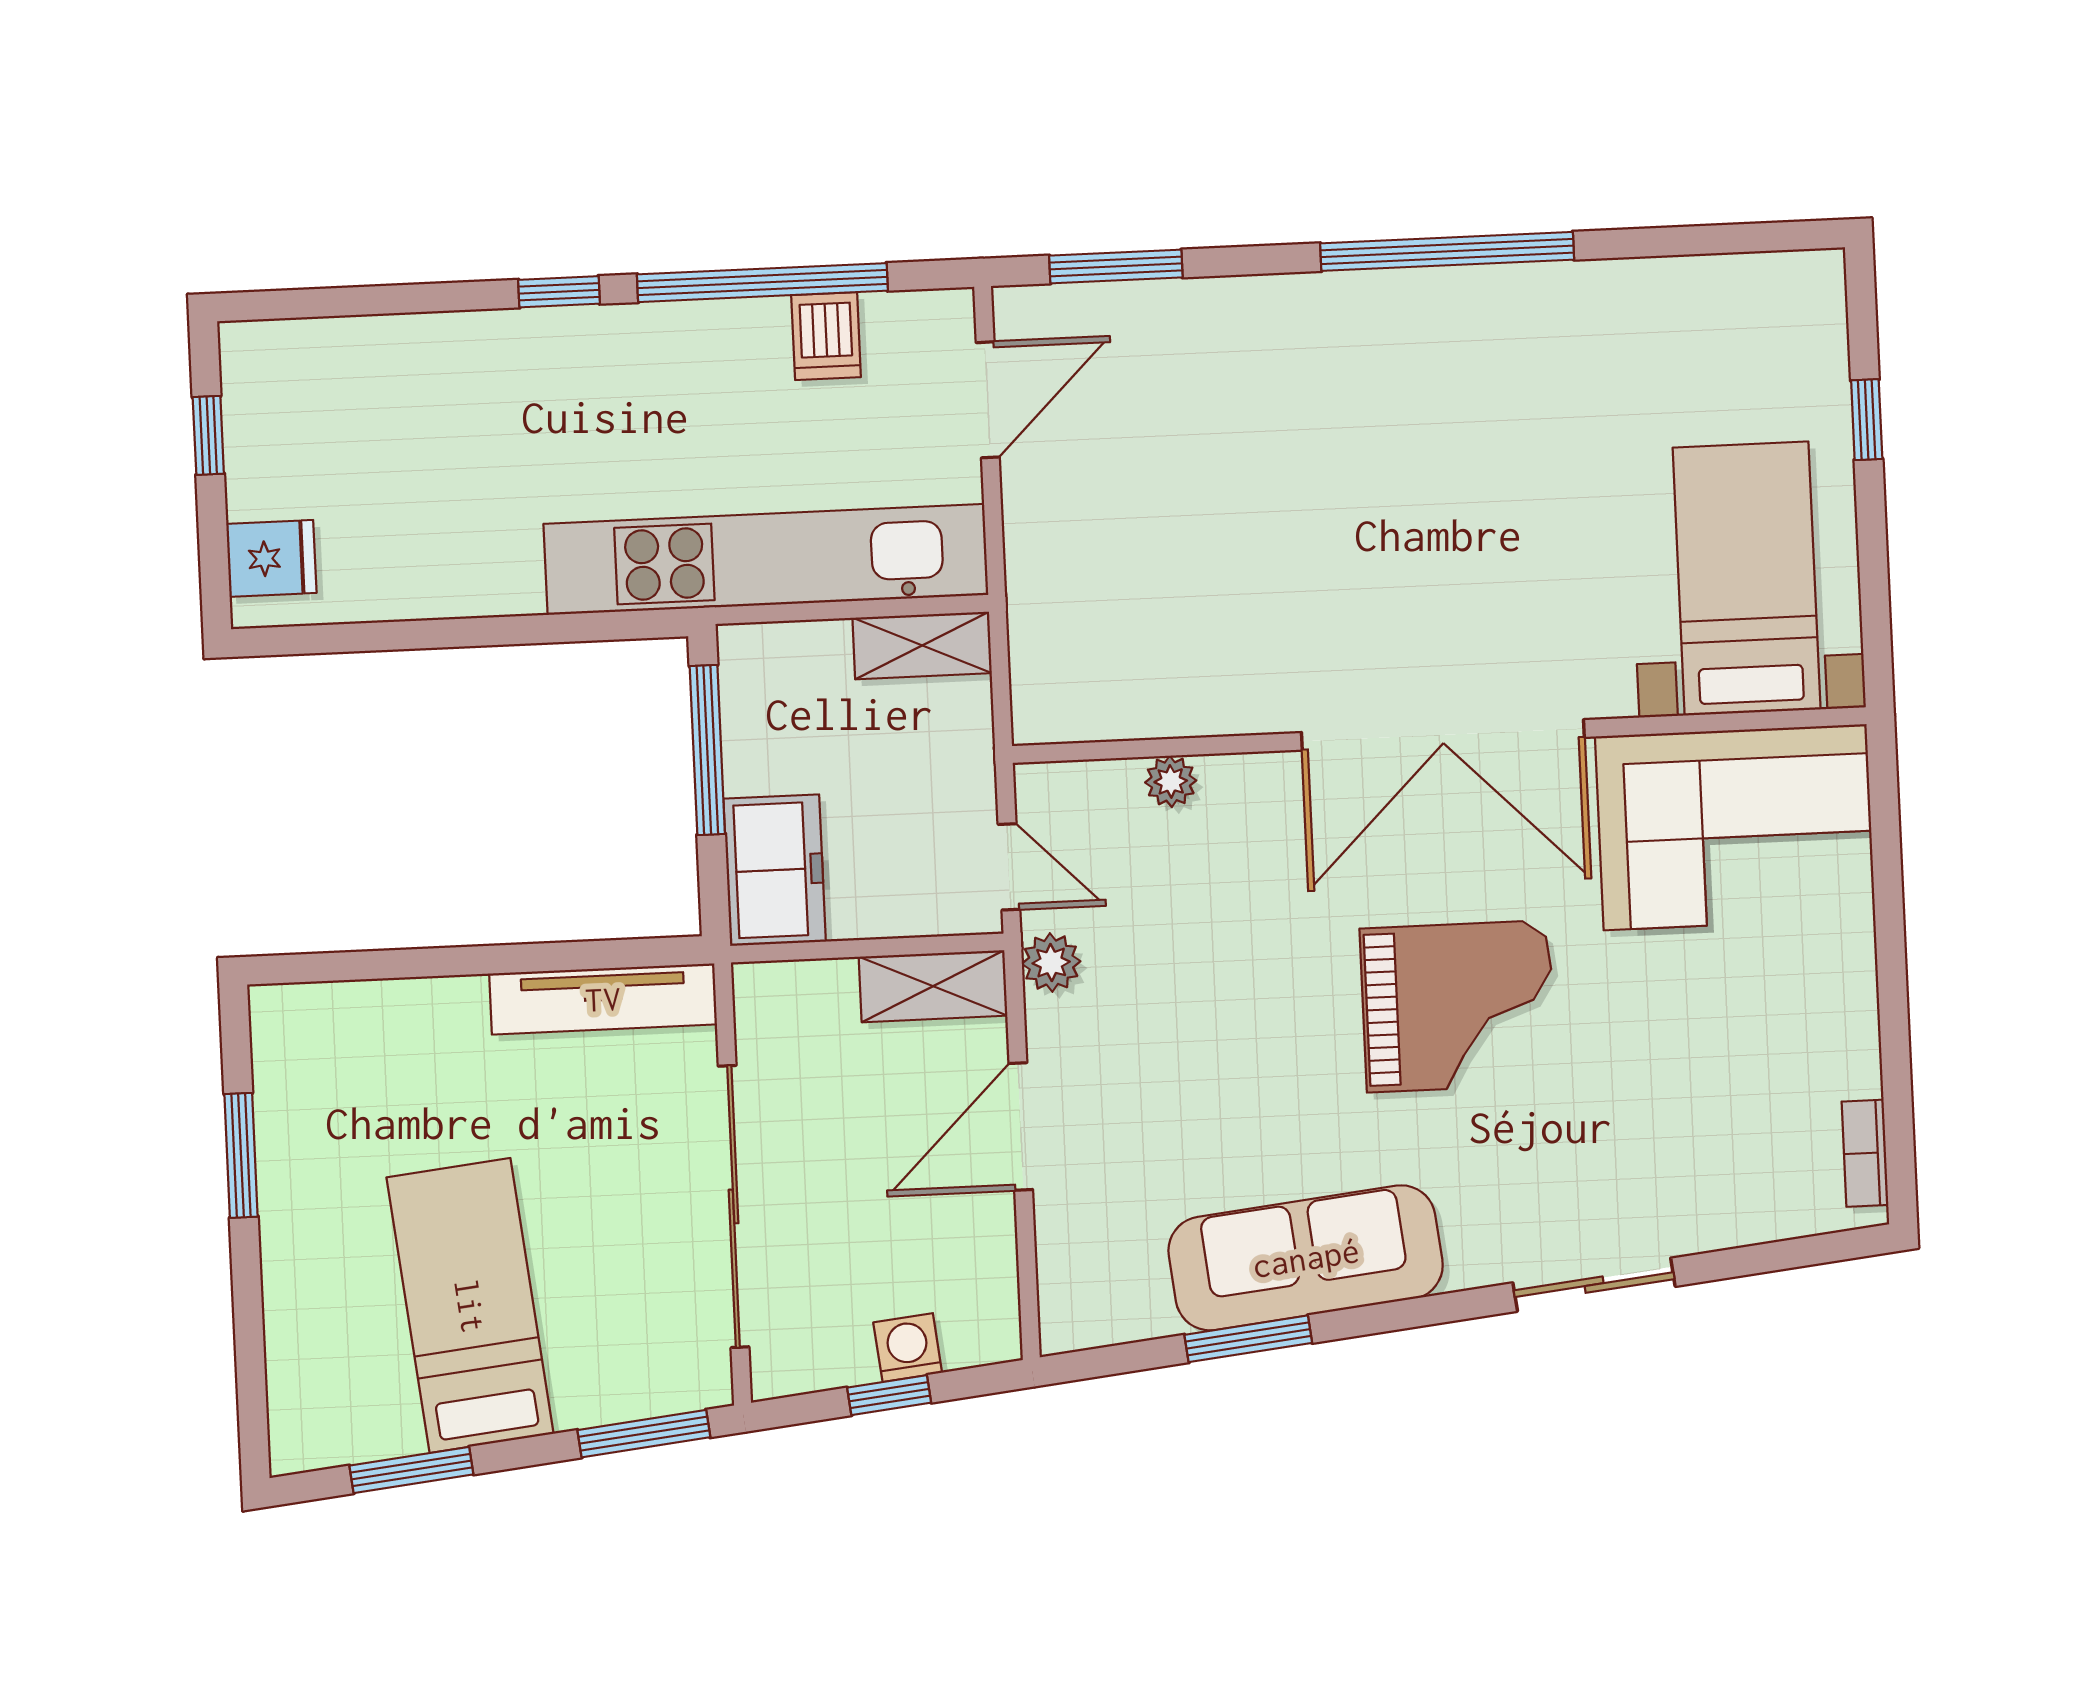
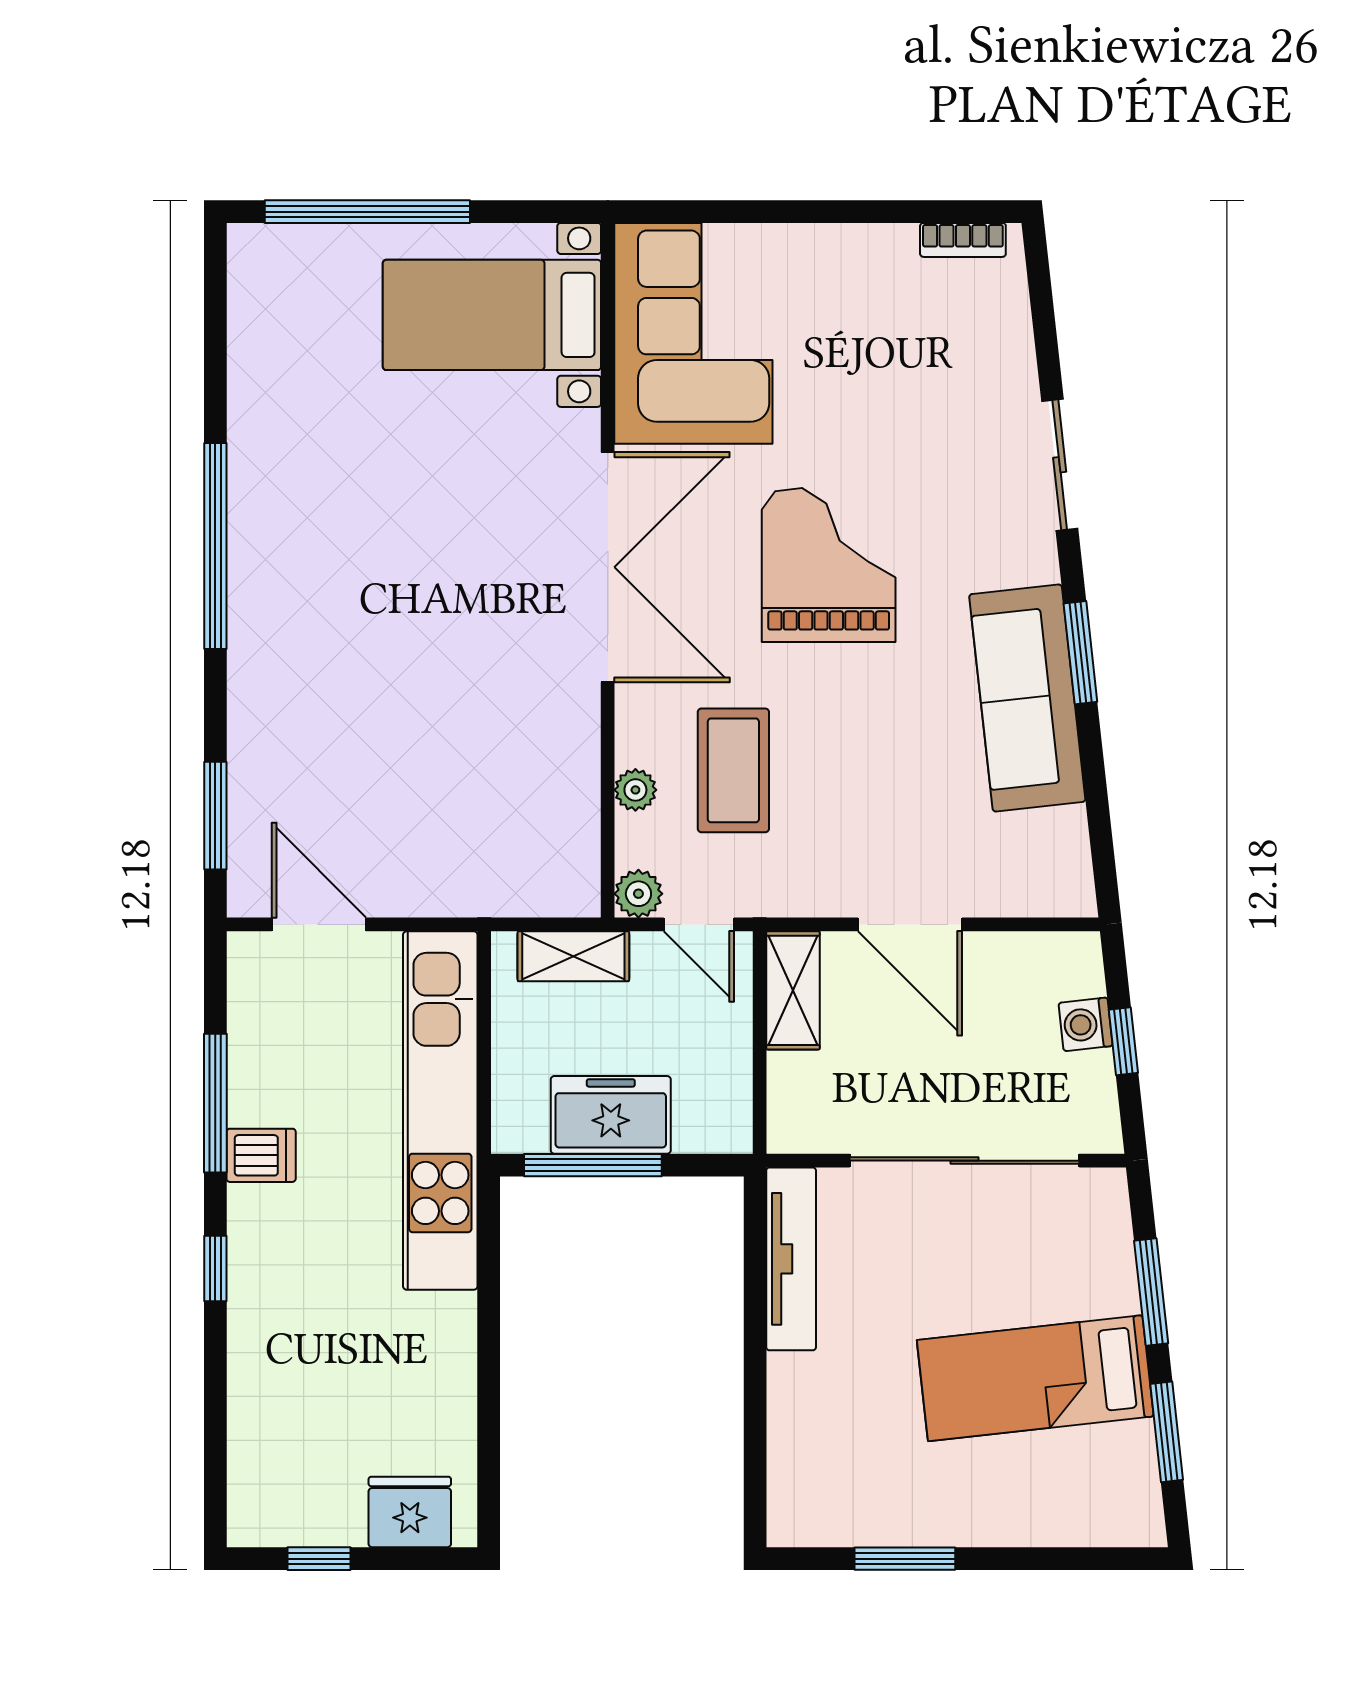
window: (762, 283) -> (215, 1103), width x0.68
dishwasher: (826, 336) -> (261, 1155), moved
window: (1867, 420) -> (367, 212), width x3.17
fridge: (271, 558) -> (410, 1512), width x1.38
shelving: (922, 645) -> (573, 956), moved, turned 90
door: (1009, 867) -> (699, 924), swing flipped
freezer: (775, 870) -> (611, 1115), moved
coffee table: (1200, 901) -> (733, 770), added
plant: (1051, 963) -> (638, 894), moved
window: (1248, 1339) -> (1080, 653), moved
window: (644, 1434) -> (1151, 1292), moved

